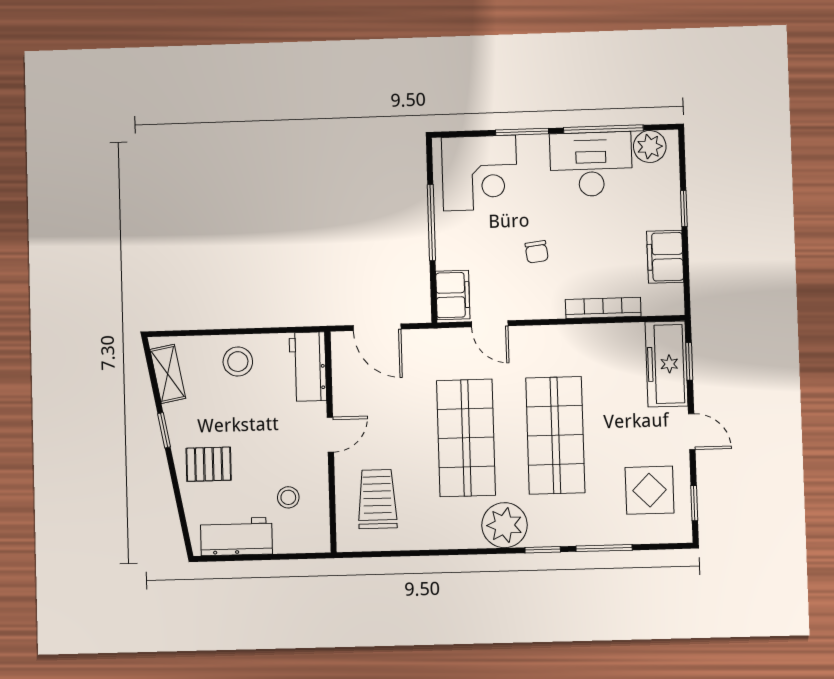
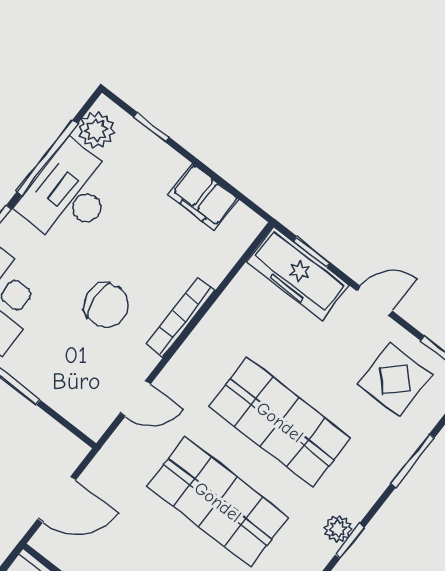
window: (684, 208) -> (151, 127), moved
chair: (537, 252) -> (106, 305), width x1.87, depth x1.87
filing cabinet: (453, 295) -> (83, 410), removed
bookcase: (603, 308) -> (181, 317), moved
plant: (504, 525) -> (338, 529), width x0.53, depth x0.53
window: (543, 550) -> (350, 541), moved

